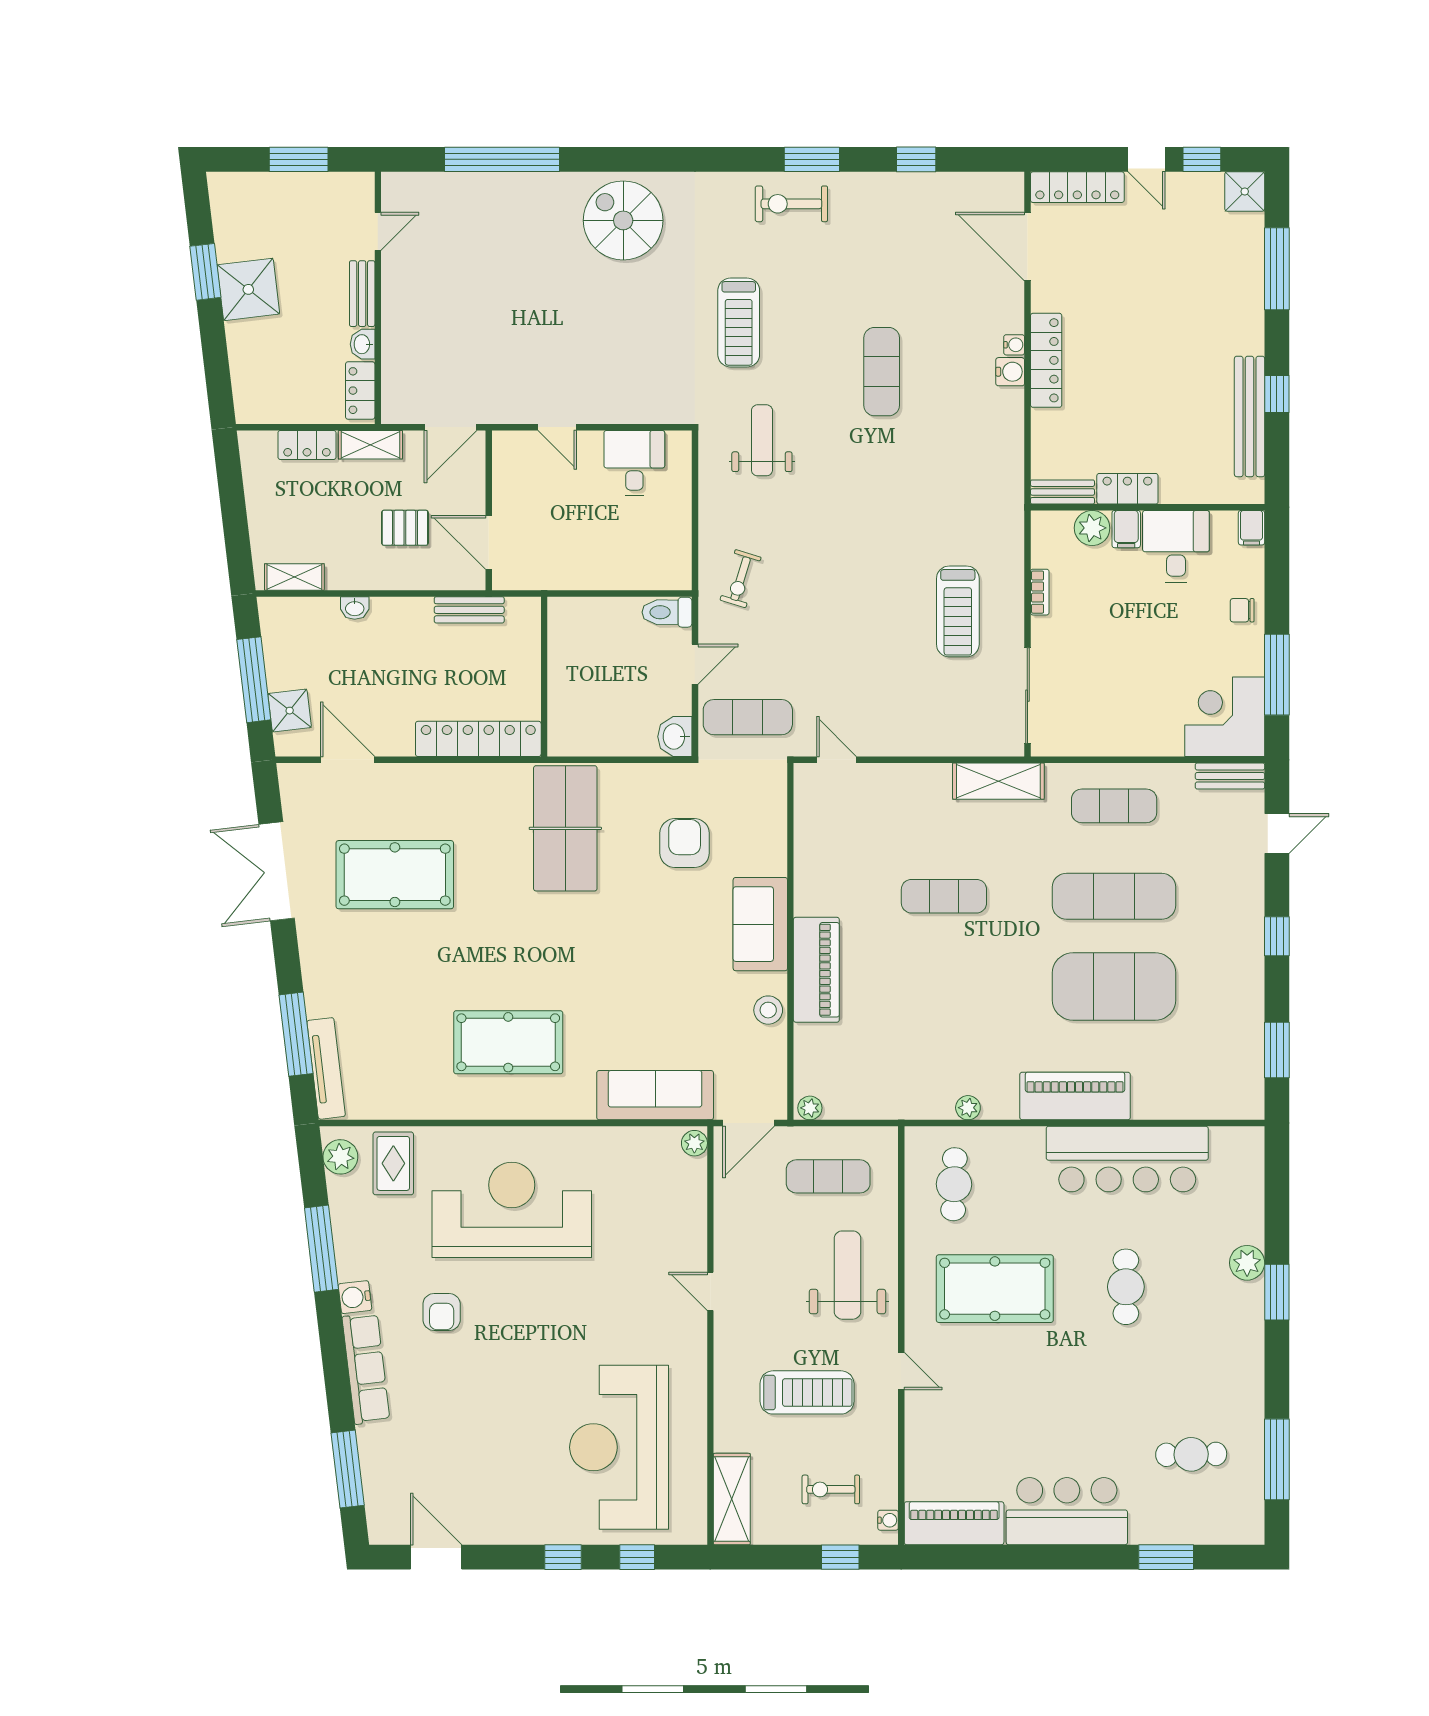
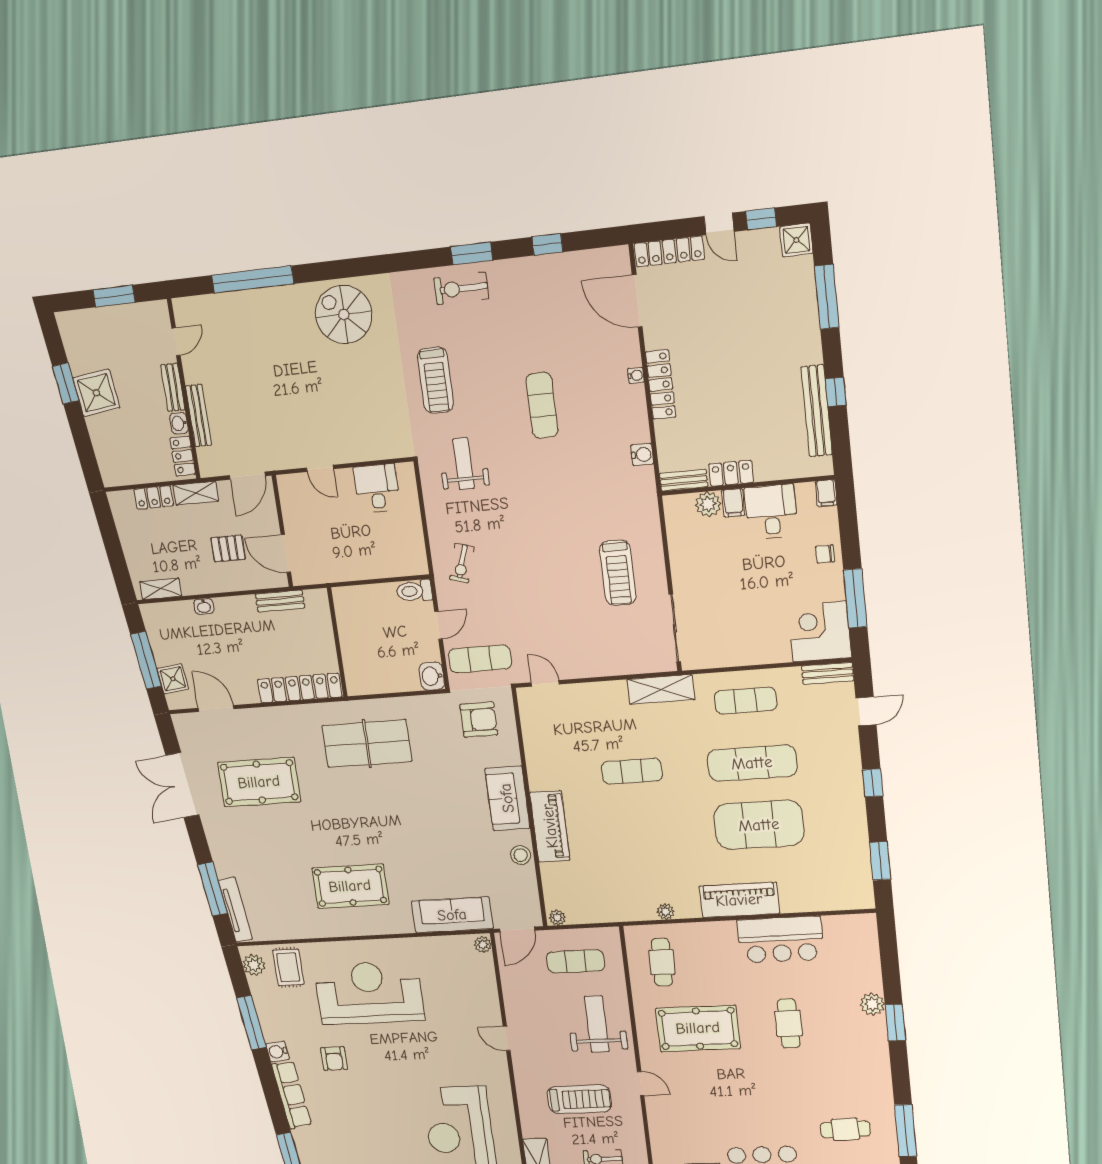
bench: (393, 336) -> (198, 416), added
water cooler: (1010, 372) -> (642, 455), moved
bookcase: (1040, 592) -> (675, 554), removed
table tennis table: (565, 828) -> (367, 744), turned 90
armchair: (685, 843) -> (479, 720), moved, turned 90
bar counter: (1127, 1159) -> (781, 940), width x0.73

